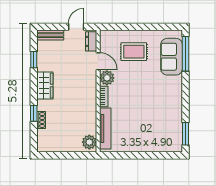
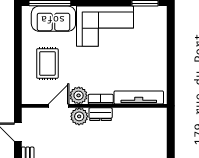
dresser: (91, 41) -> (101, 114), moved
corner sofa: (165, 100) -> (105, 26), added
plant: (89, 142) -> (79, 116), moved

